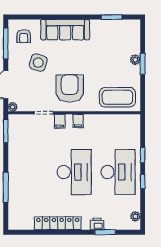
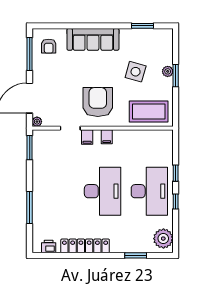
side table: (38, 63) -> (136, 72), moved
plant: (135, 216) -> (163, 239), width x1.88, depth x1.88
printer: (97, 224) -> (49, 247), moved

